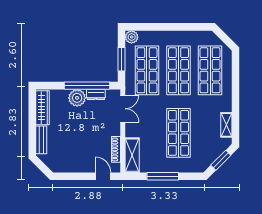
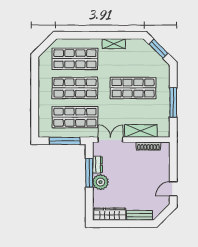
plant: (132, 37) -> (44, 131), removed
window: (122, 59) -> (65, 141), width x1.44
window: (87, 86) -> (89, 173), width x0.68
shelving: (226, 125) -> (114, 44), moved
shelving: (132, 155) -> (141, 131), moved
door: (103, 176) -> (173, 189), moved

